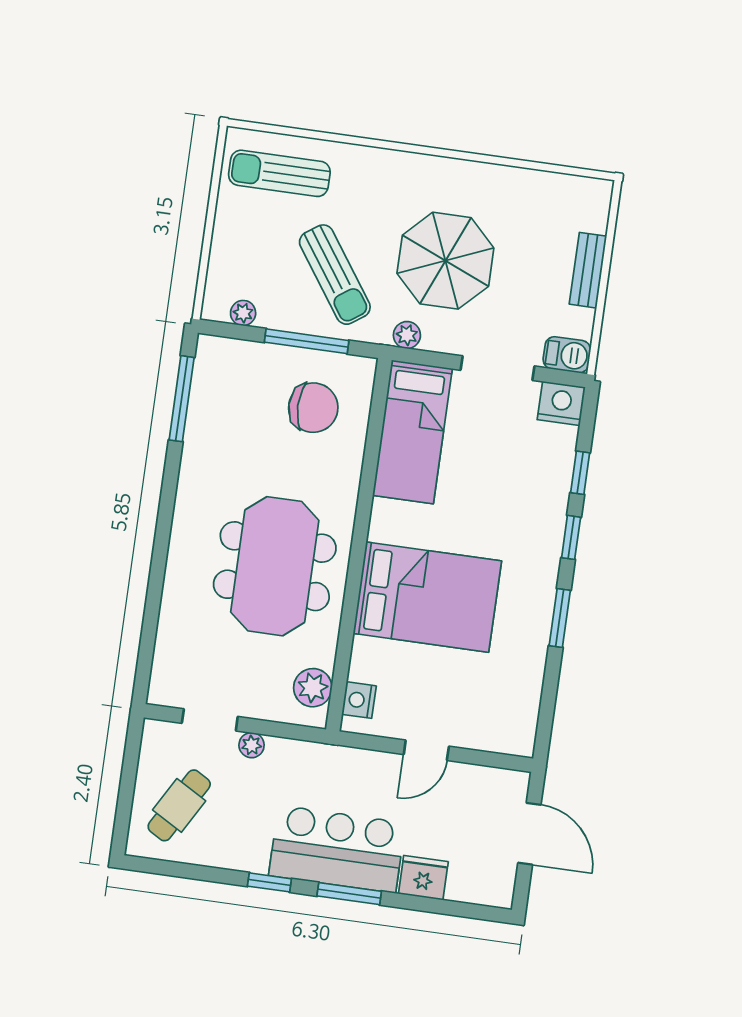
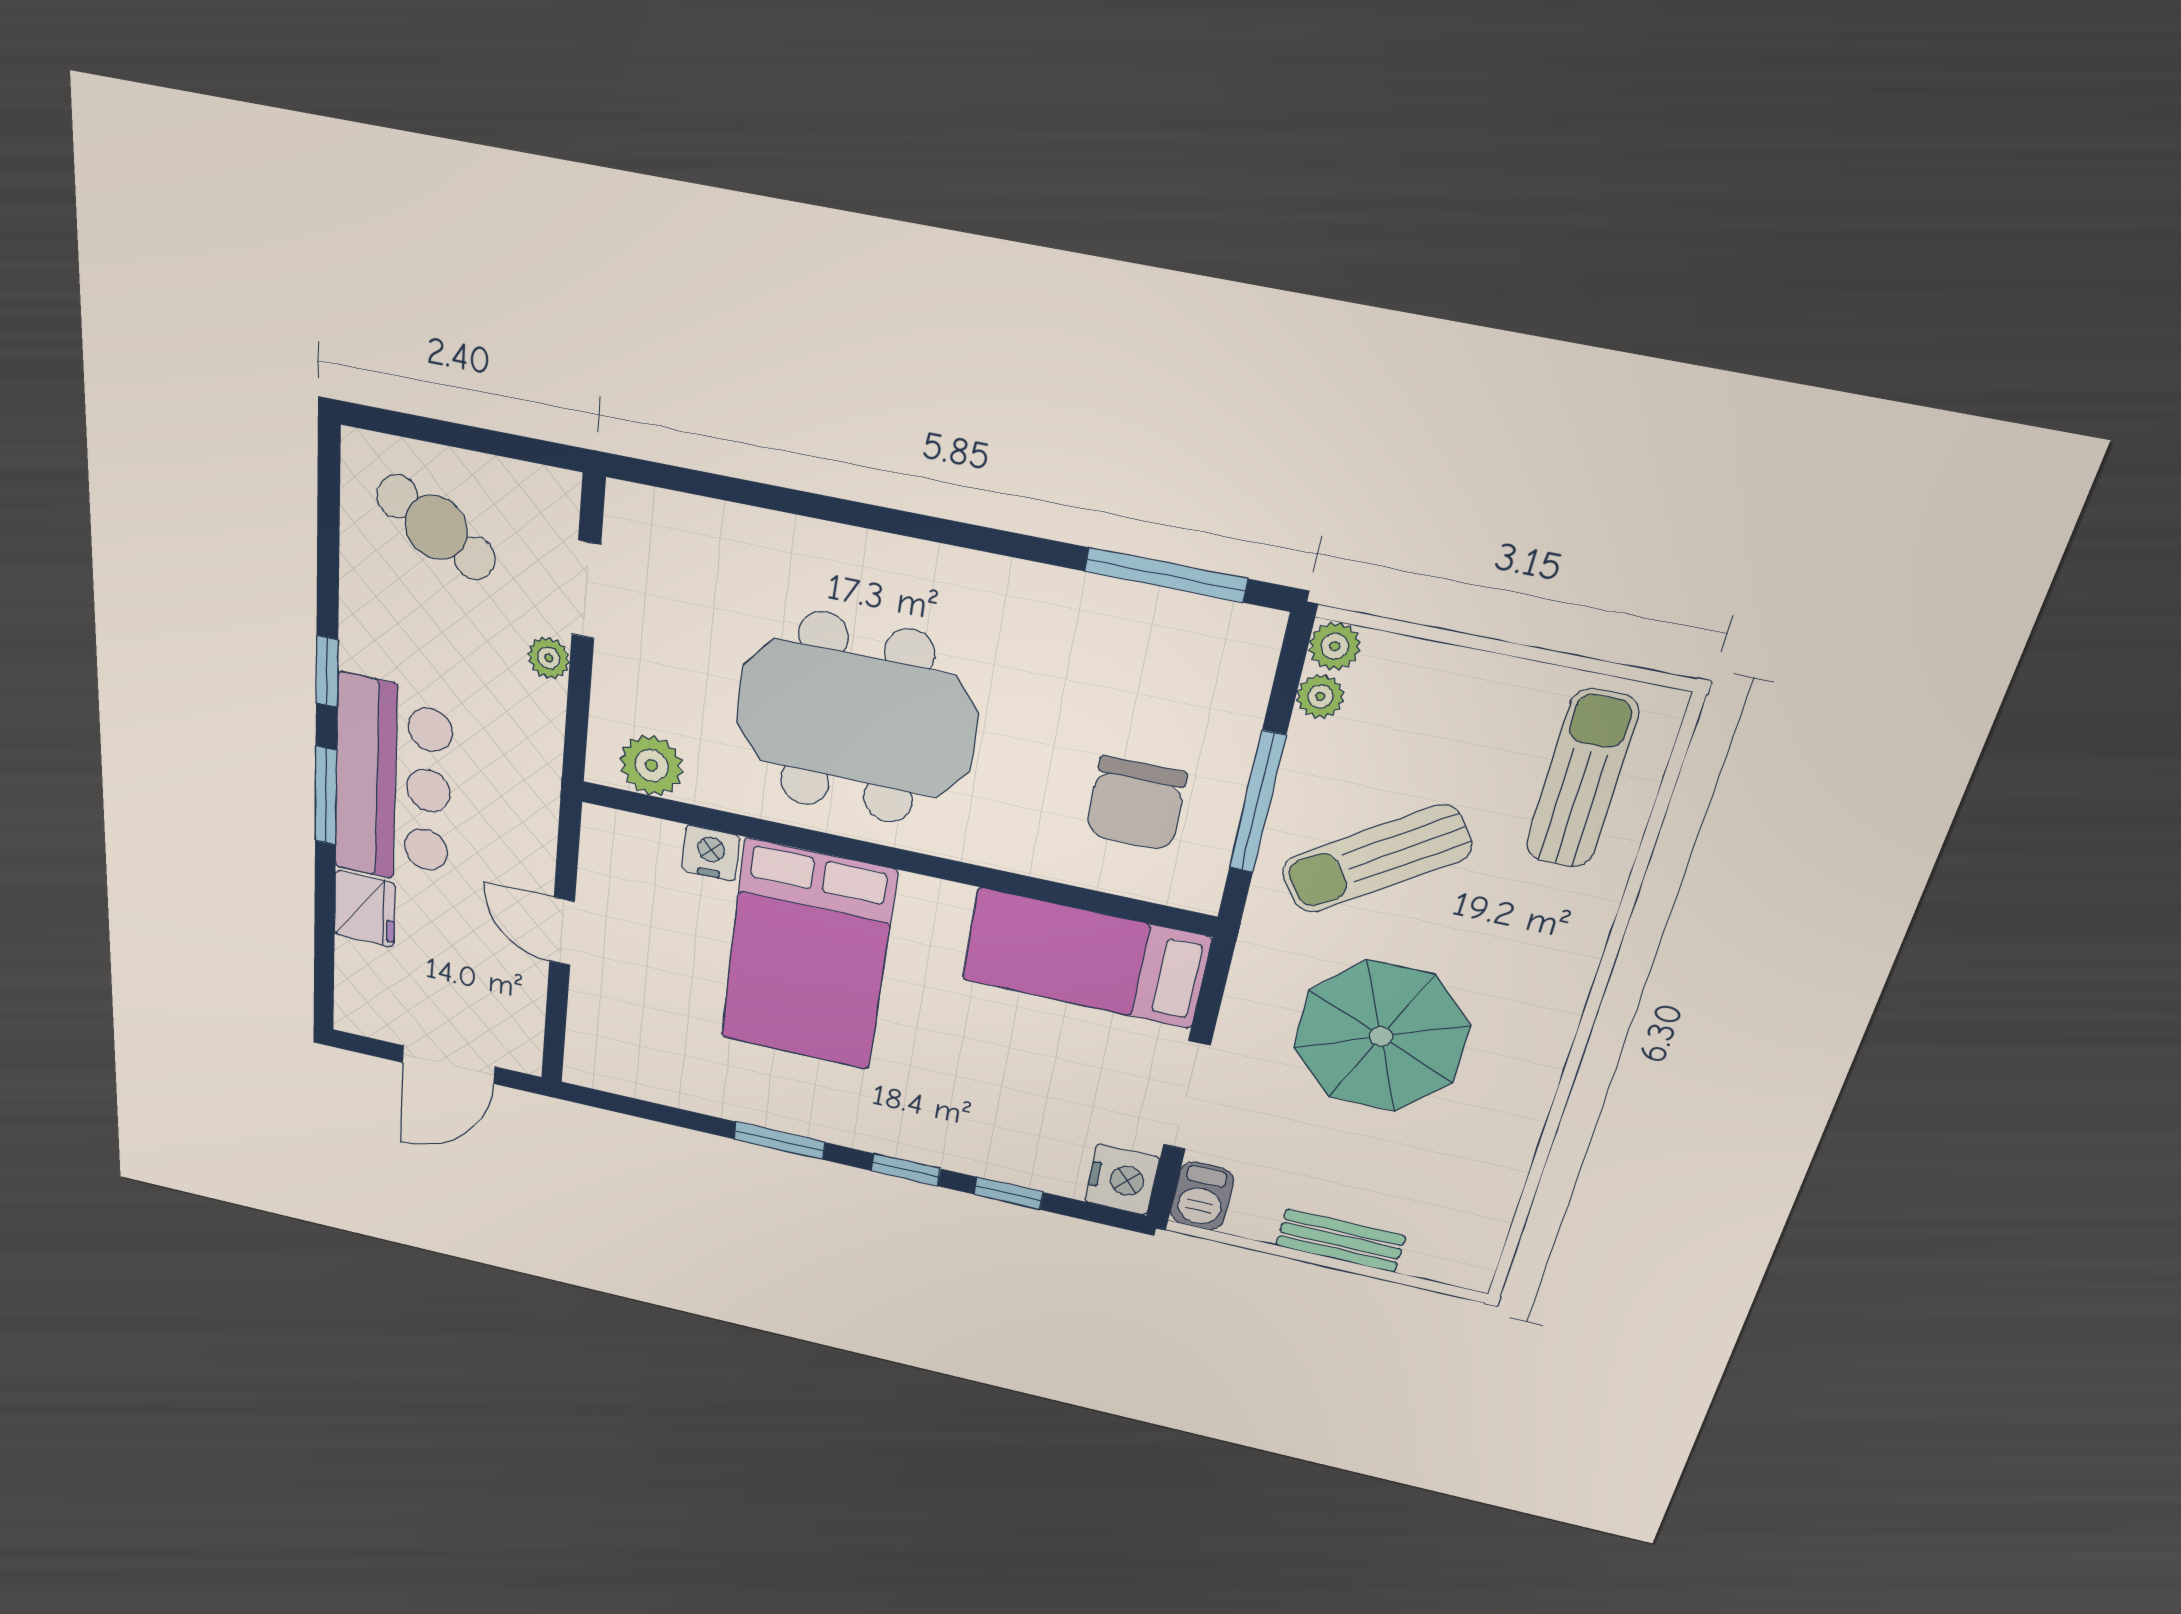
plant: (407, 335) -> (1335, 646), moved
nightstand: (359, 700) -> (711, 853), moved

